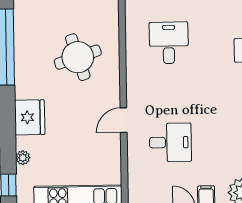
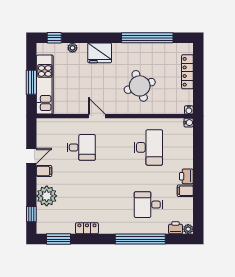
desk: (169, 43) -> (148, 147), width x1.37
desk: (170, 142) -> (81, 147), turned -90

